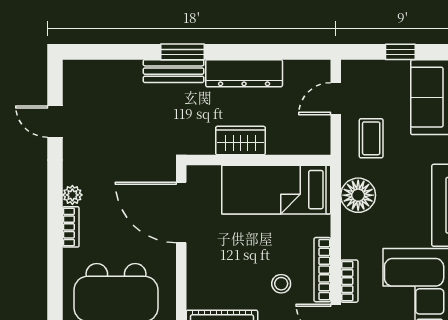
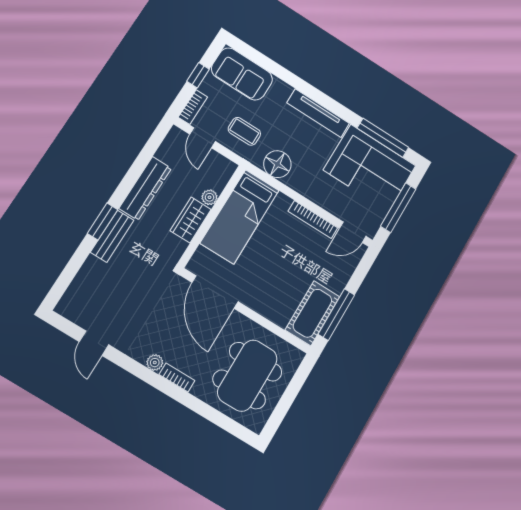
door: (55, 122) -> (94, 343), hinge flipped
plant: (277, 145) -> (209, 197), added
door: (181, 212) -> (215, 292), hinge flipped
bookcase: (349, 281) -> (193, 107), moved, turned 90
stool: (281, 284) -> (306, 253), removed

